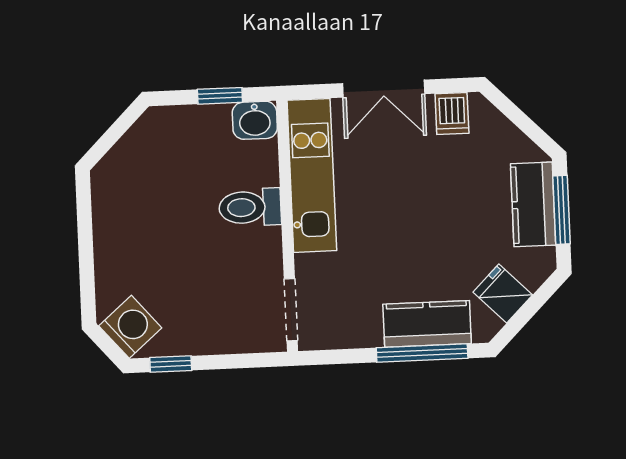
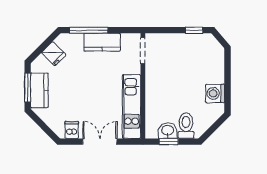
washbasin: (255, 120) -> (168, 131), moved
toilet: (250, 207) -> (186, 126), moved, turned -90
kitchen counter: (427, 324) -> (102, 42), moved
washing machine: (130, 327) -> (215, 93), moved, turned 41

